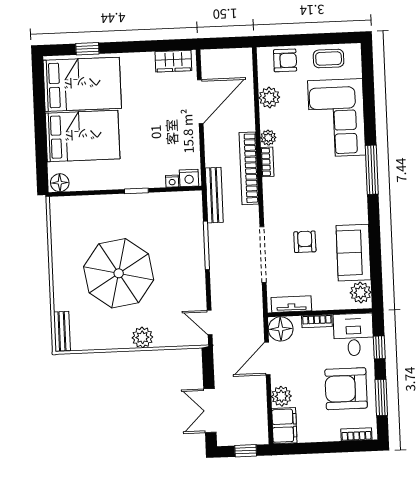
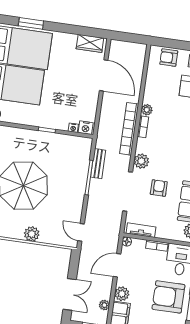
window: (87, 49) -> (31, 23), width x1.50
armchair: (285, 60) -> (169, 58), turned 180
plant: (269, 98) -> (141, 161), moved
door: (200, 102) -> (104, 75), hinge flipped
bench: (214, 195) -> (98, 164), moved, width x0.73
floor lamp: (281, 329) -> (127, 242), width x0.53, depth x0.53
double door: (210, 411) -> (70, 294), swing flipped
plant: (260, 416) -> (104, 305), added

